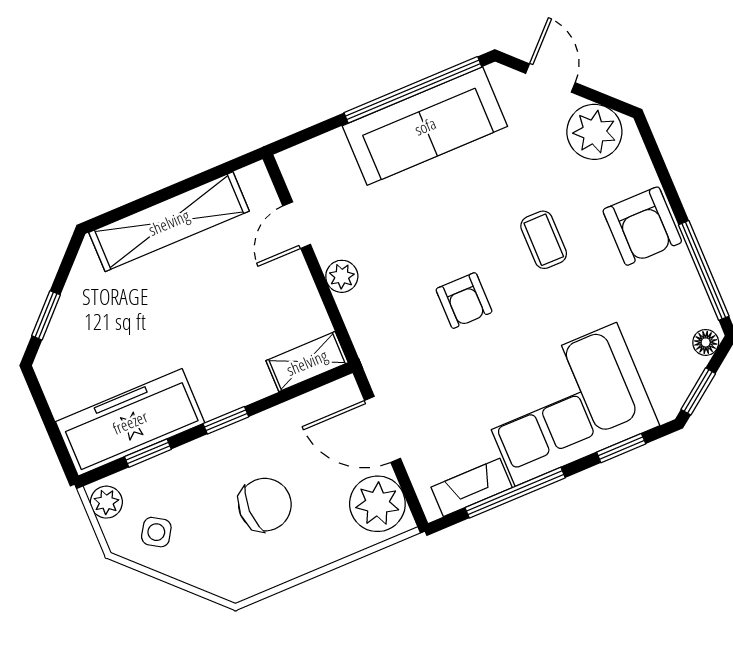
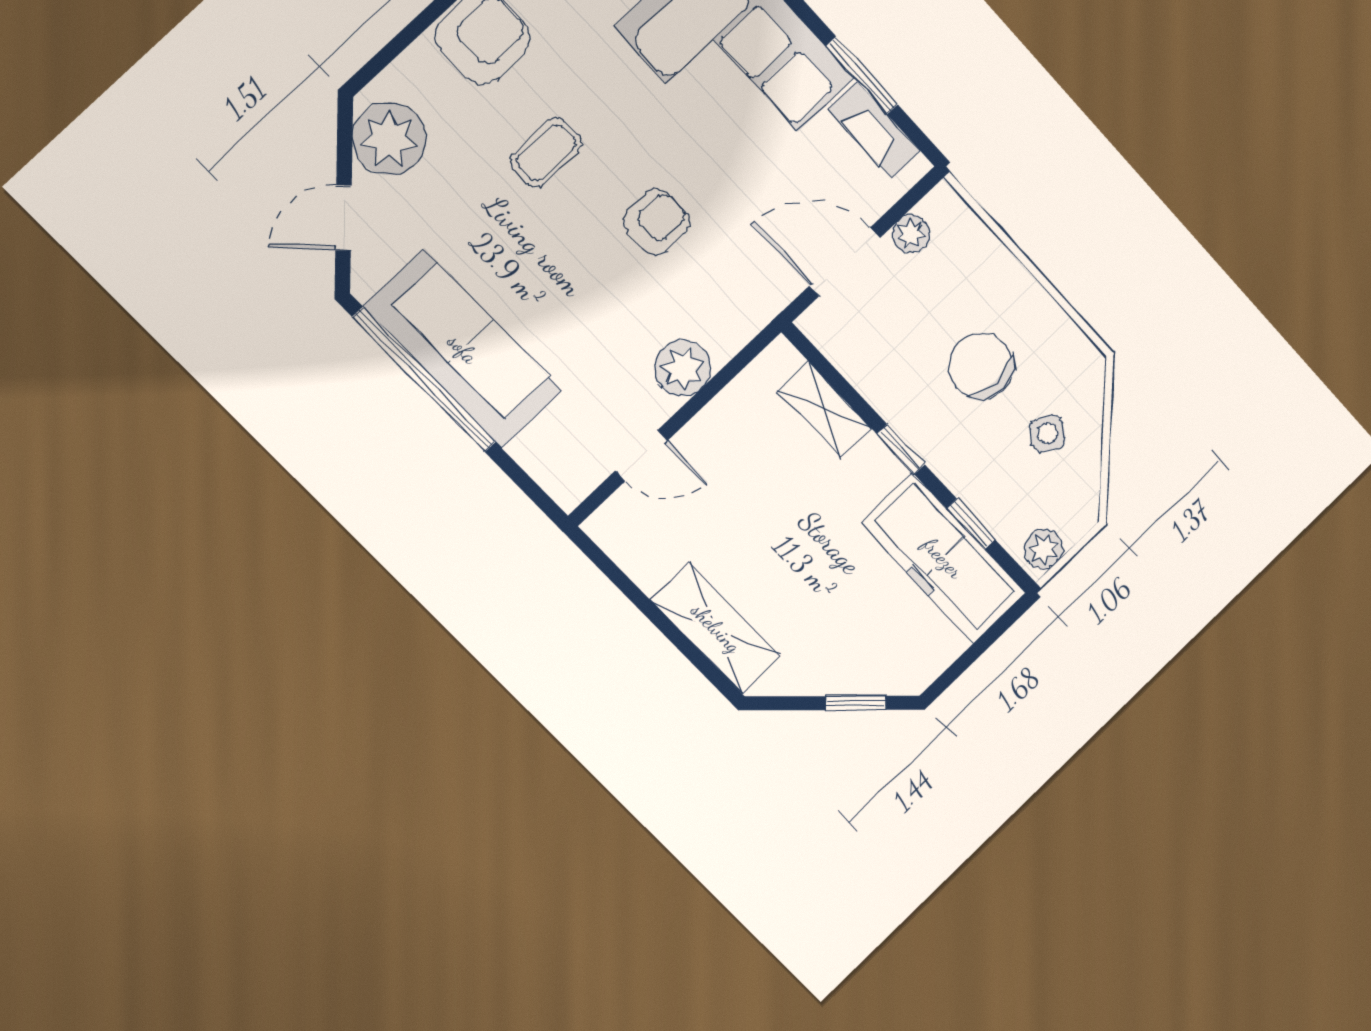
shelving: (169, 222) -> (716, 628), width x0.68
plant: (342, 276) -> (682, 368), width x1.38, depth x1.38
shelving: (307, 362) -> (825, 410), moved
door: (382, 429) -> (845, 262), swing flipped
window: (515, 493) -> (862, 75), width x0.69
plant: (377, 504) -> (911, 234), width x0.53, depth x0.53
side table: (156, 532) -> (1048, 434), moved

